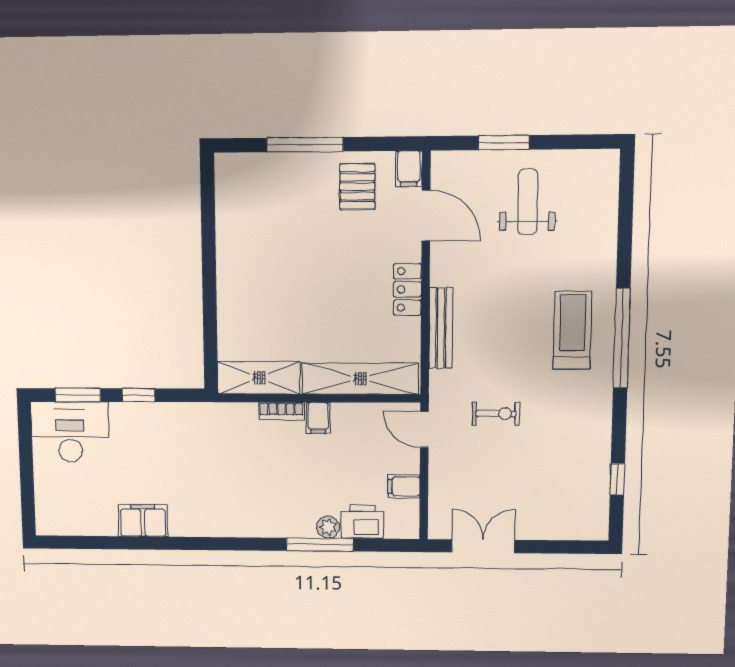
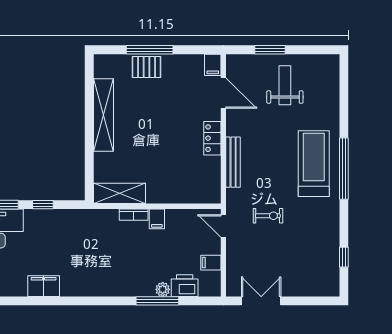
pallet: (357, 187) -> (146, 67), moved, turned 90
treadmill: (572, 330) -> (314, 164), width x1.37, depth x1.38
shelving: (360, 379) -> (103, 115), moved, turned 90

